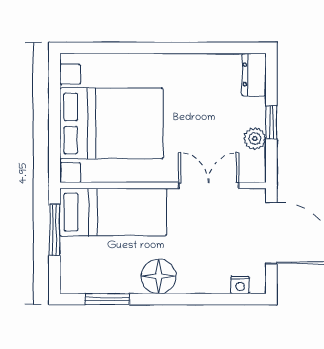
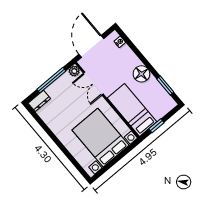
window: (271, 122) -> (51, 80), width x2.17
plant: (255, 139) -> (74, 71), moved
window: (55, 230) -> (156, 126), width x0.67

